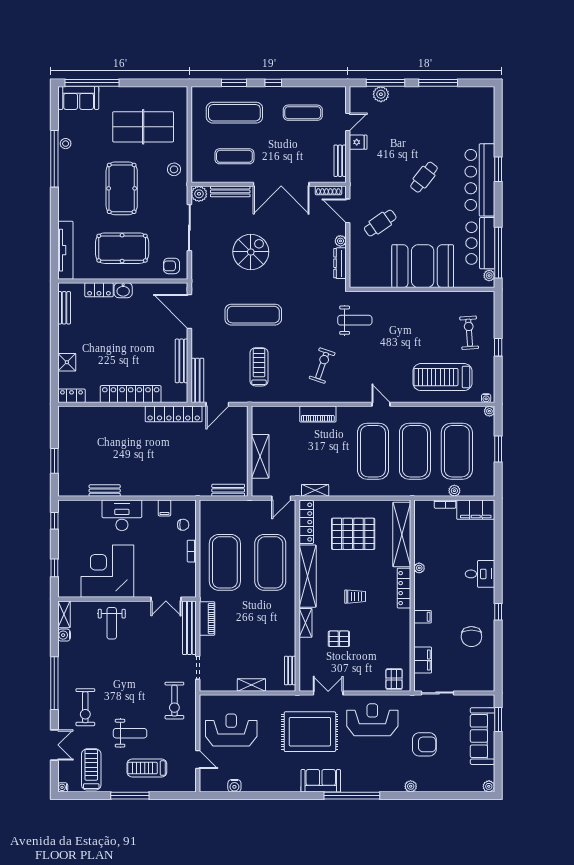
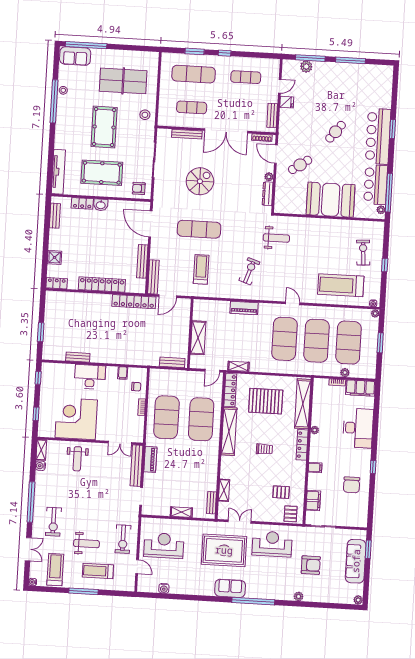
plant: (199, 194) -> (163, 135), removed
desk: (480, 574) -> (358, 428), width x1.87, depth x1.30
shelving: (305, 623) -> (224, 490), moved
pallet: (339, 639) -> (281, 492), moved
exercise bike: (174, 701) -> (123, 539), moved

